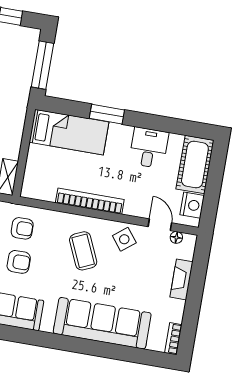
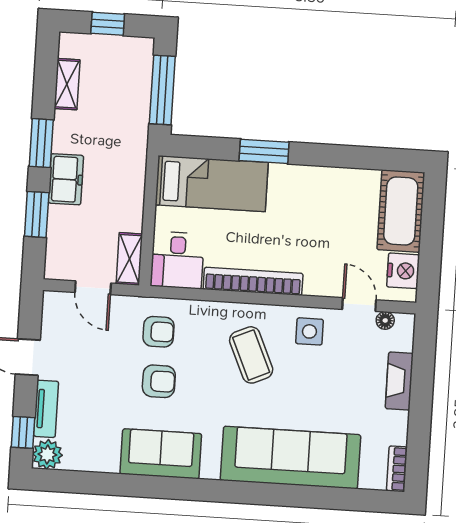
desk: (149, 148) -> (177, 260), moved, turned 180
side table: (124, 239) -> (309, 331), turned 38

